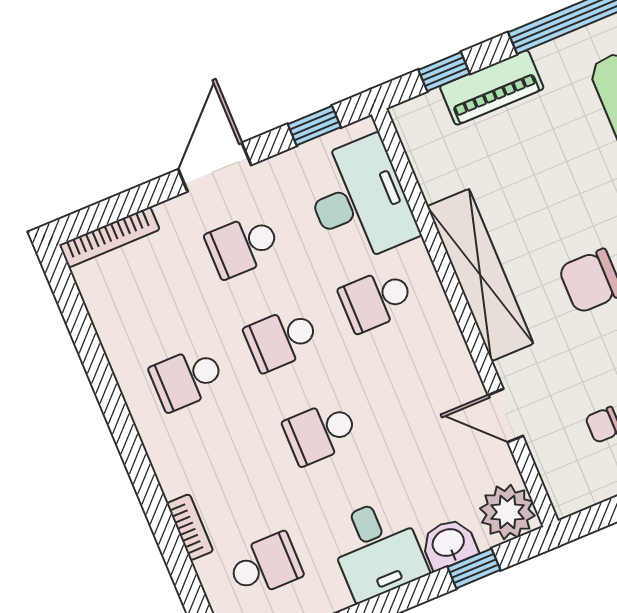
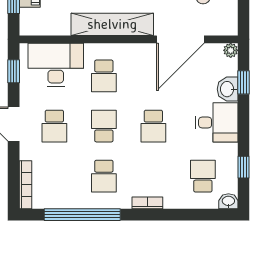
school desk: (282, 339) -> (104, 126), turned 180
window: (98, 368) -> (82, 215), added
door: (506, 416) -> (180, 39), width x1.88
plant: (507, 512) -> (231, 50), width x0.53, depth x0.53
bookcase: (190, 527) -> (147, 203), moved

